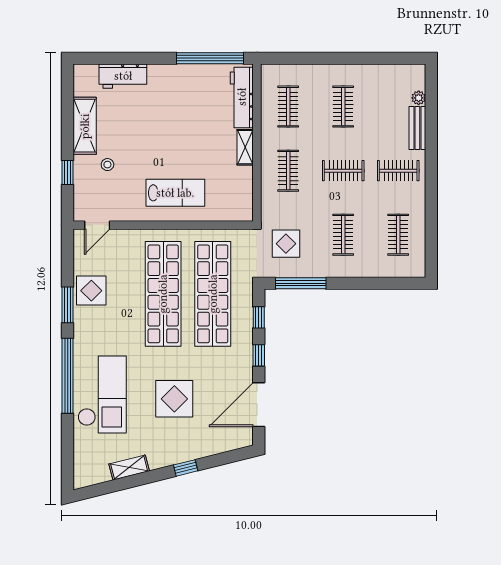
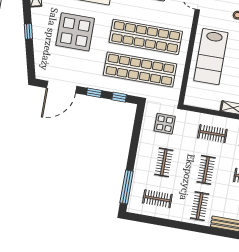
lab bench: (175, 193) -> (211, 57), width x1.36, depth x1.39
clothes rail: (343, 235) -> (164, 162), turned 90
window: (301, 283) -> (127, 187), moved
display table: (174, 399) -> (75, 32), width x1.36, depth x1.36
door: (259, 405) -> (62, 87), swing flipped

